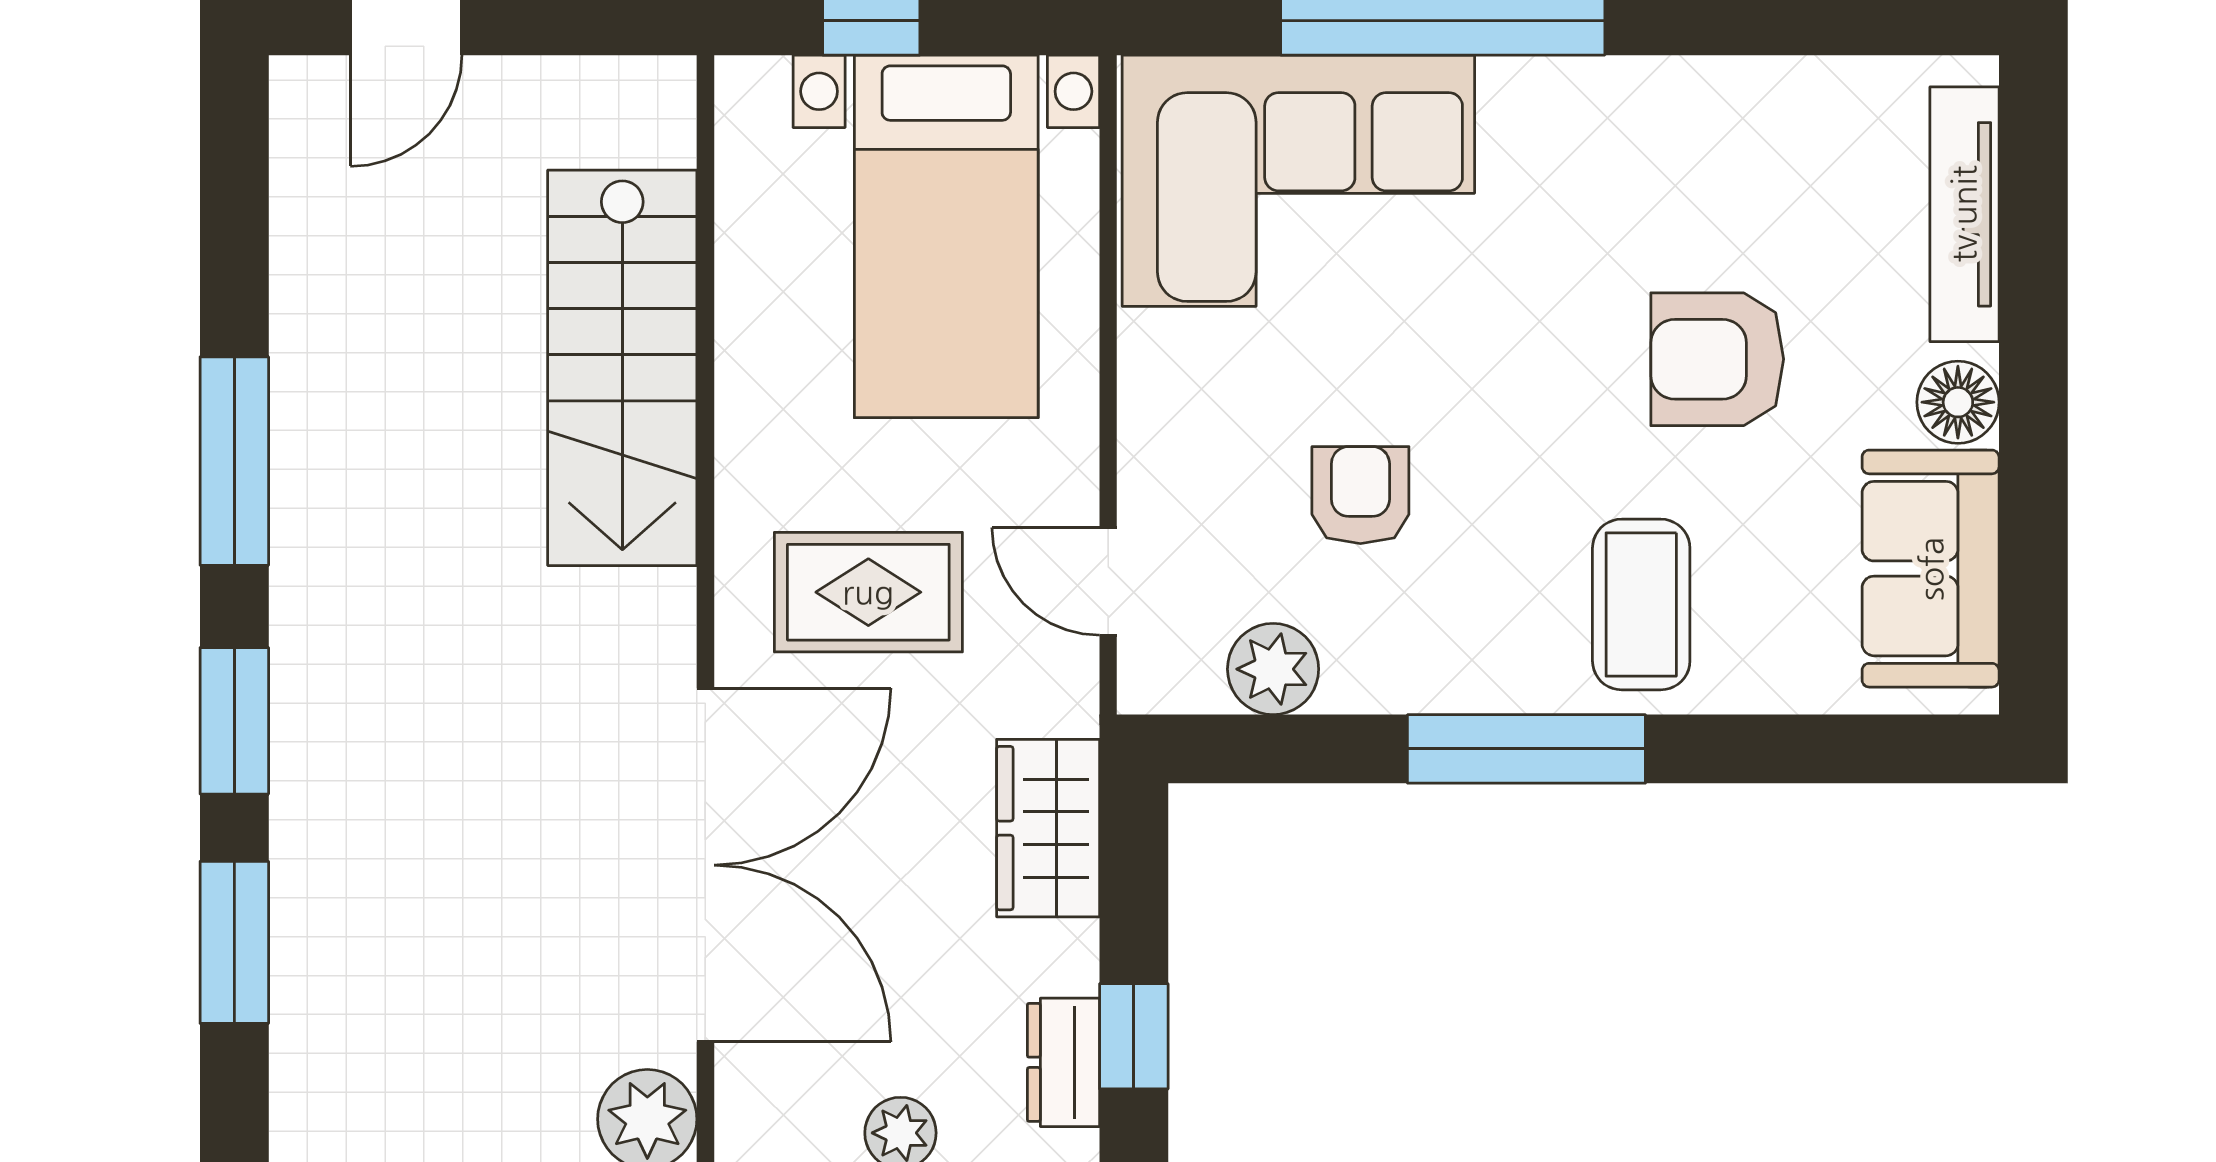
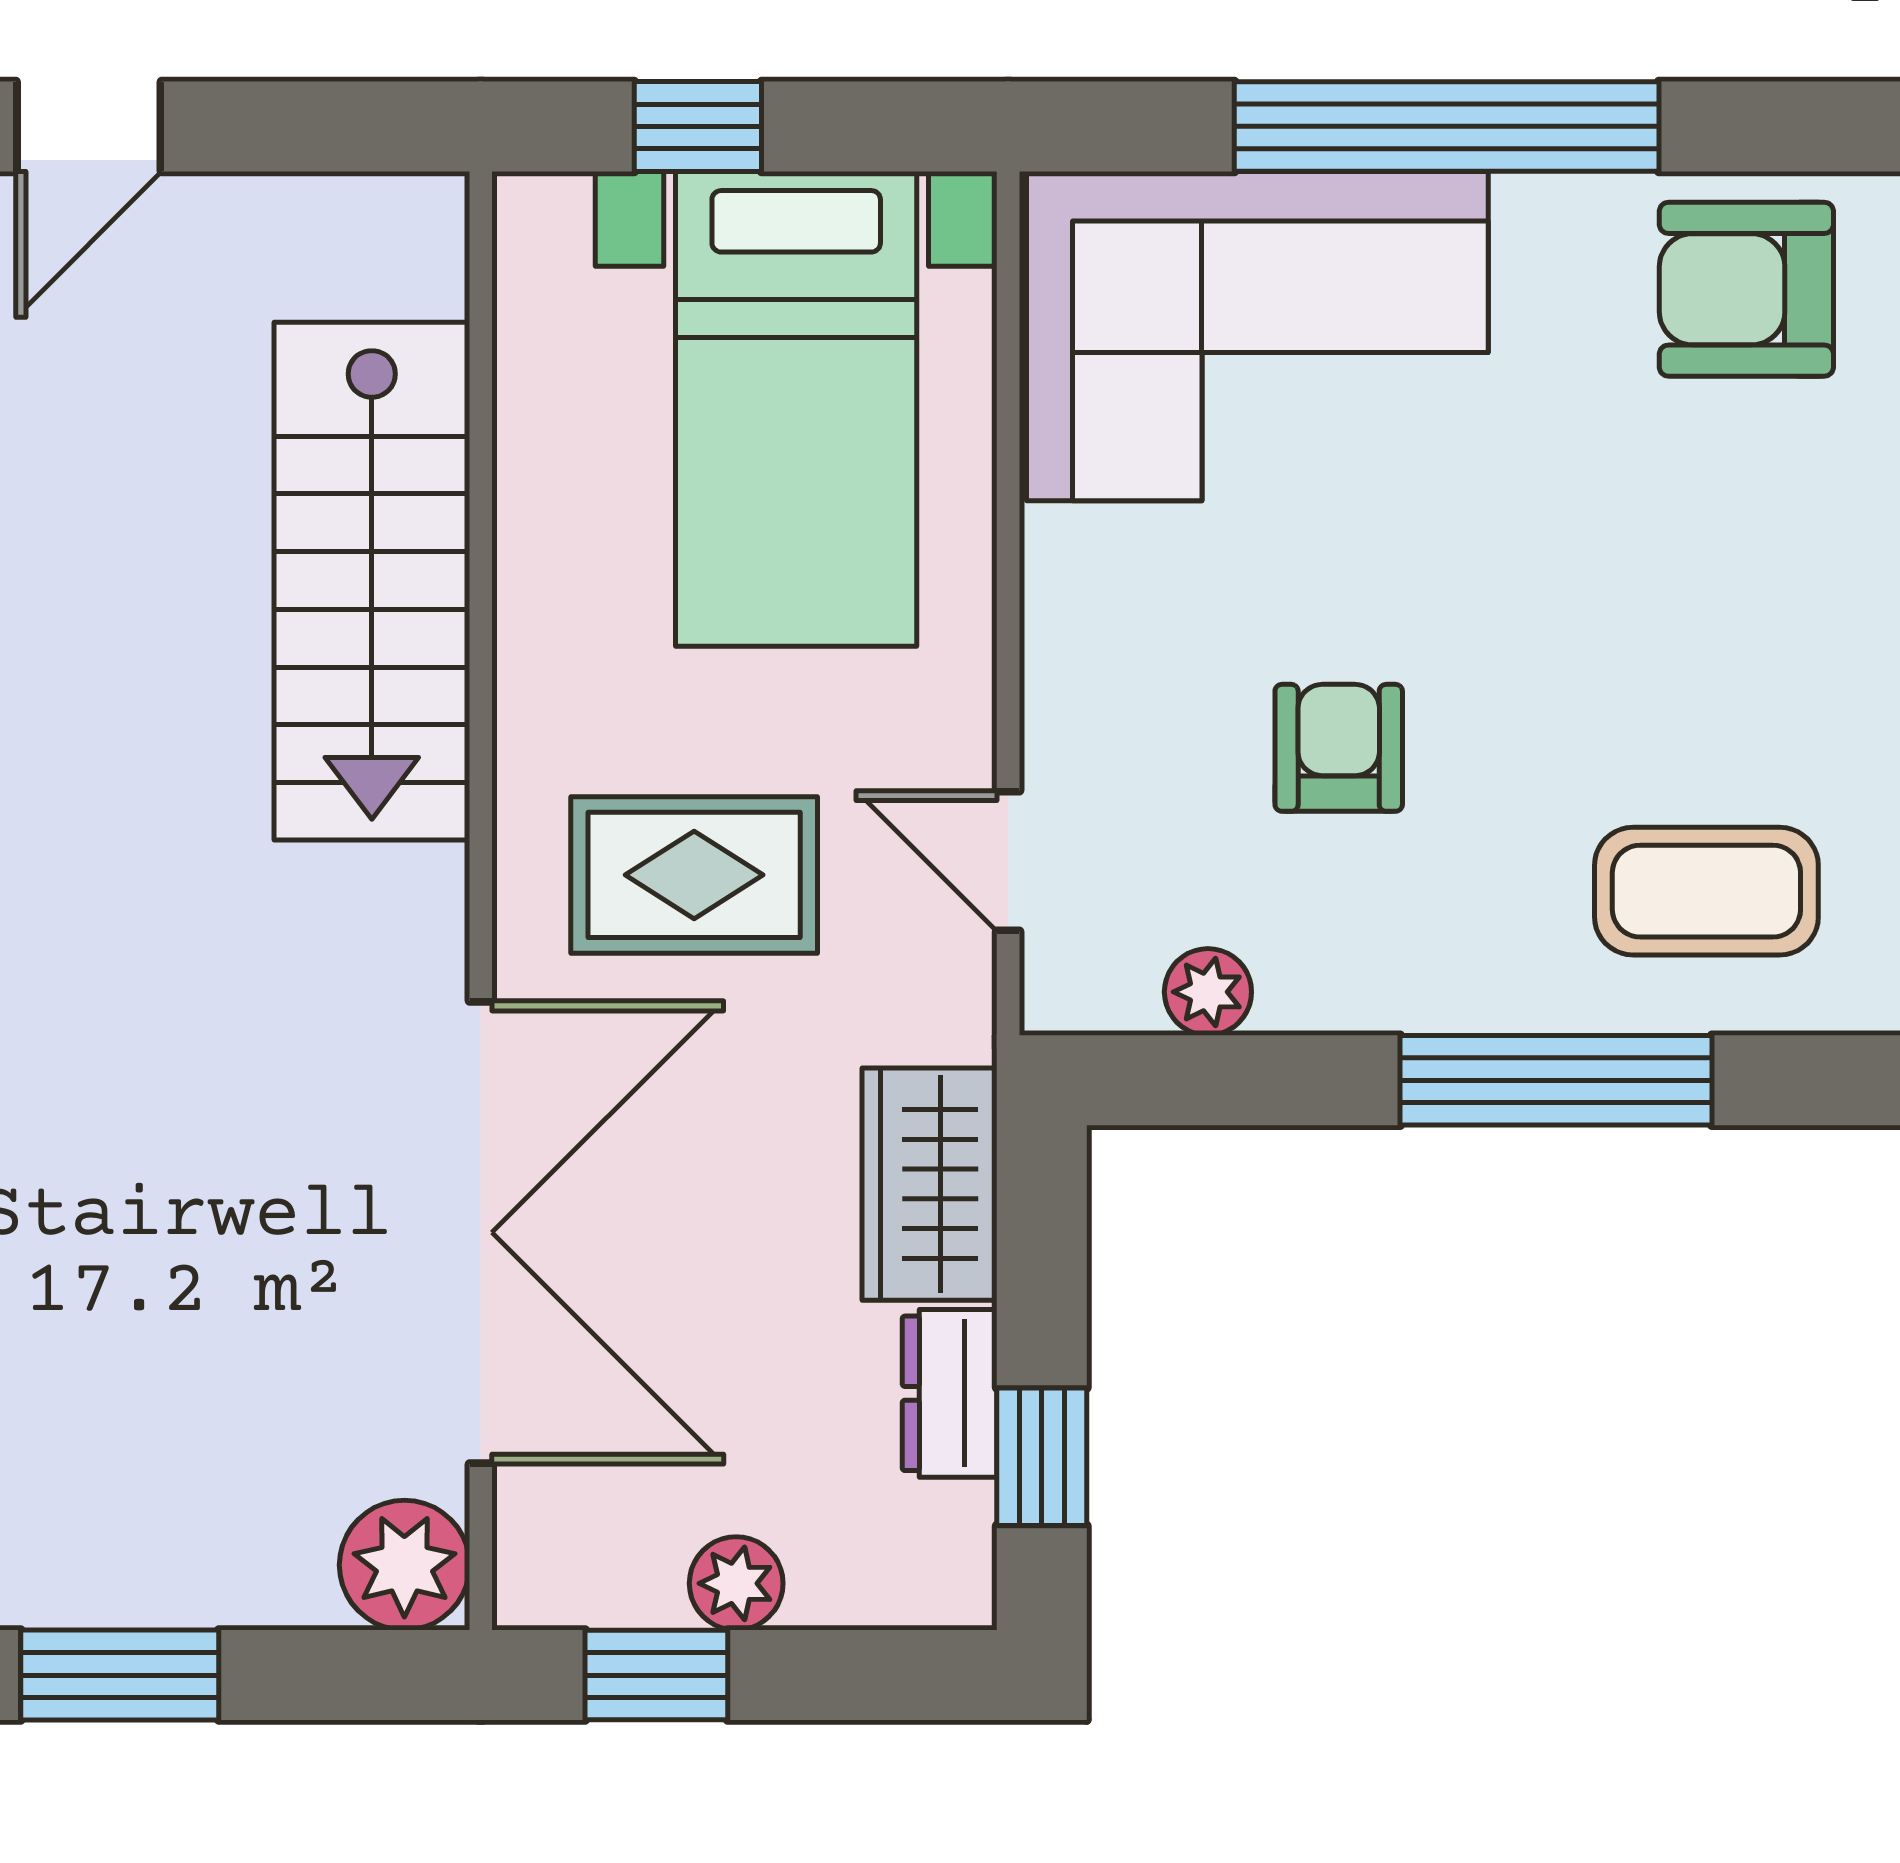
armchair: (1717, 359) -> (1746, 289), moved
coffee table: (1641, 604) -> (1706, 891), turned 90
plant: (1273, 669) -> (1208, 992), width x0.73, depth x0.73
dresser: (1063, 1062) -> (950, 1393), moved

